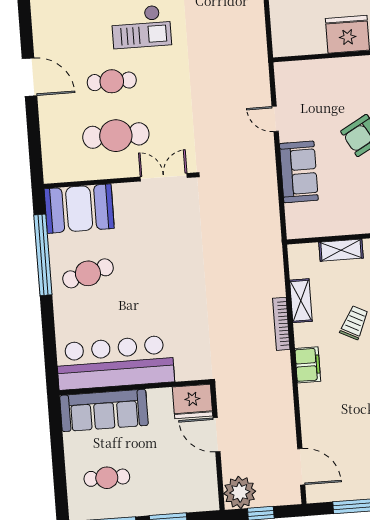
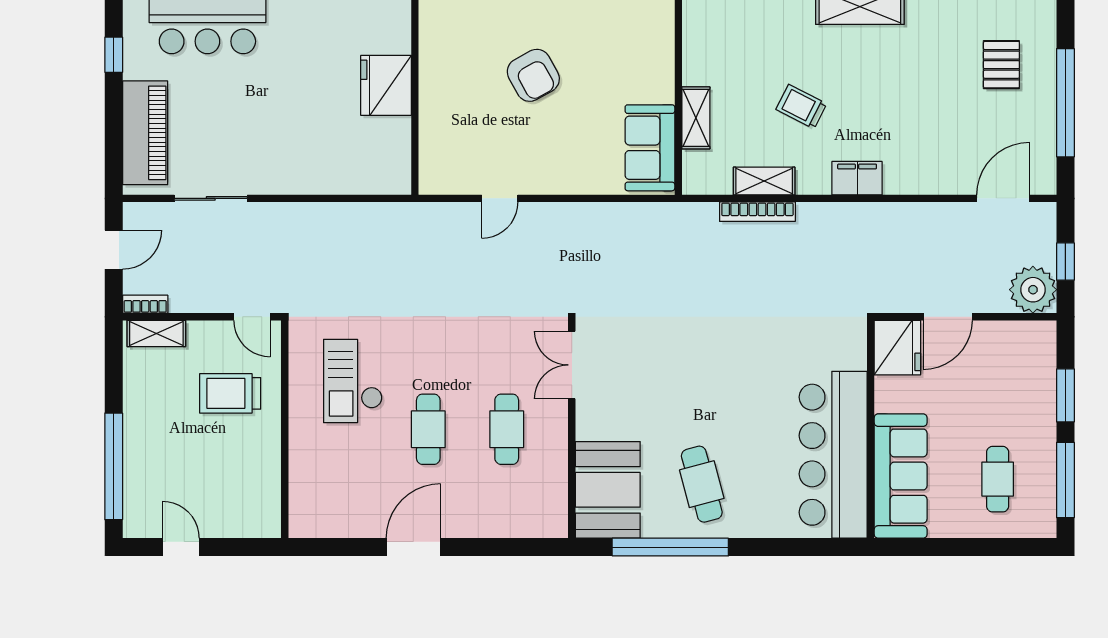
checkout: (141, 27) -> (353, 381), turned 180
cafe table: (116, 136) -> (507, 429), width x0.73, depth x0.74
sofa: (299, 172) -> (650, 148), moved, turned -90
bookcase: (281, 324) -> (757, 212), moved

